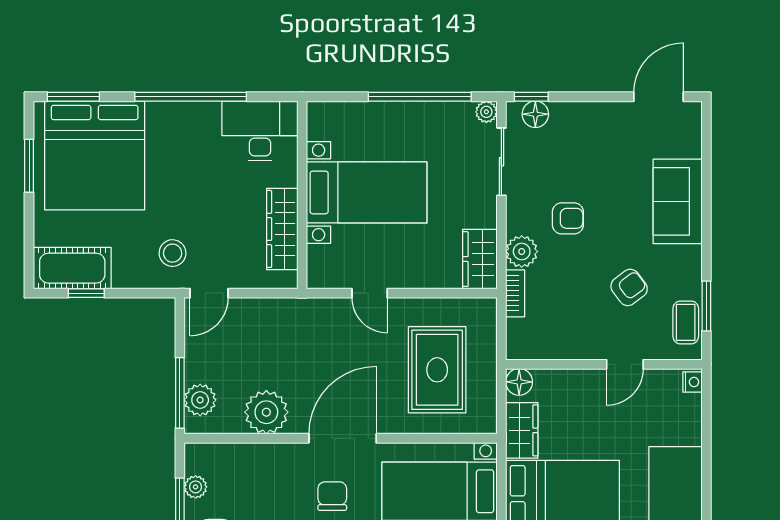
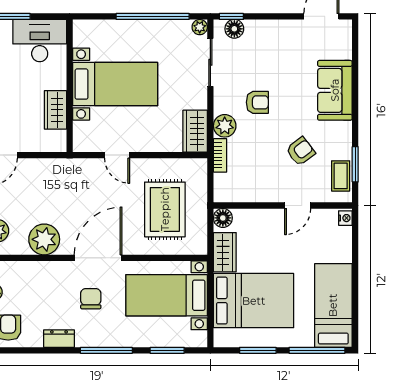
wardrobe: (282, 229) -> (55, 110), width x0.67

